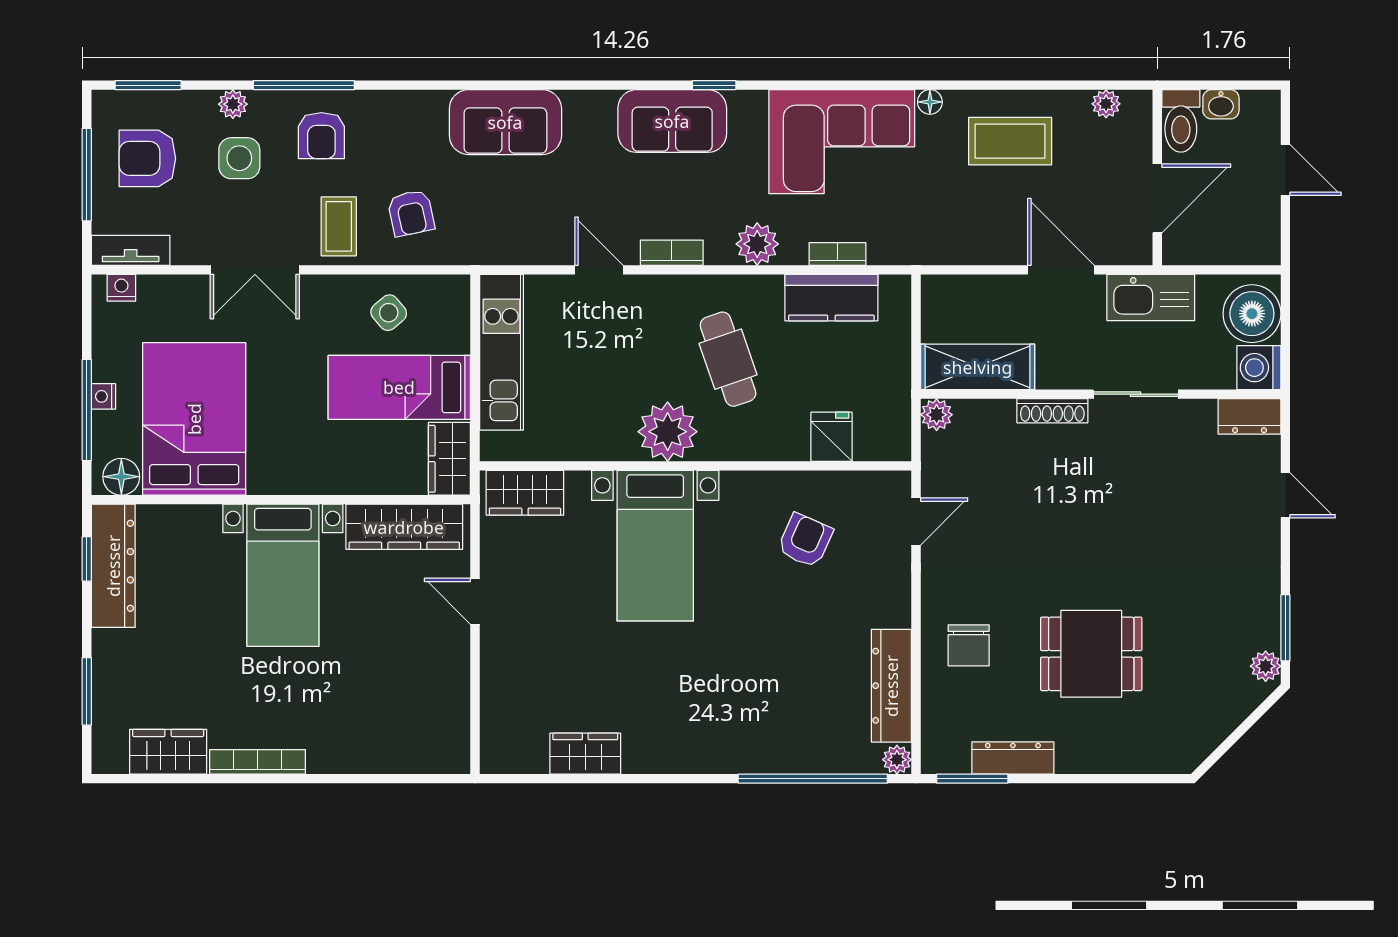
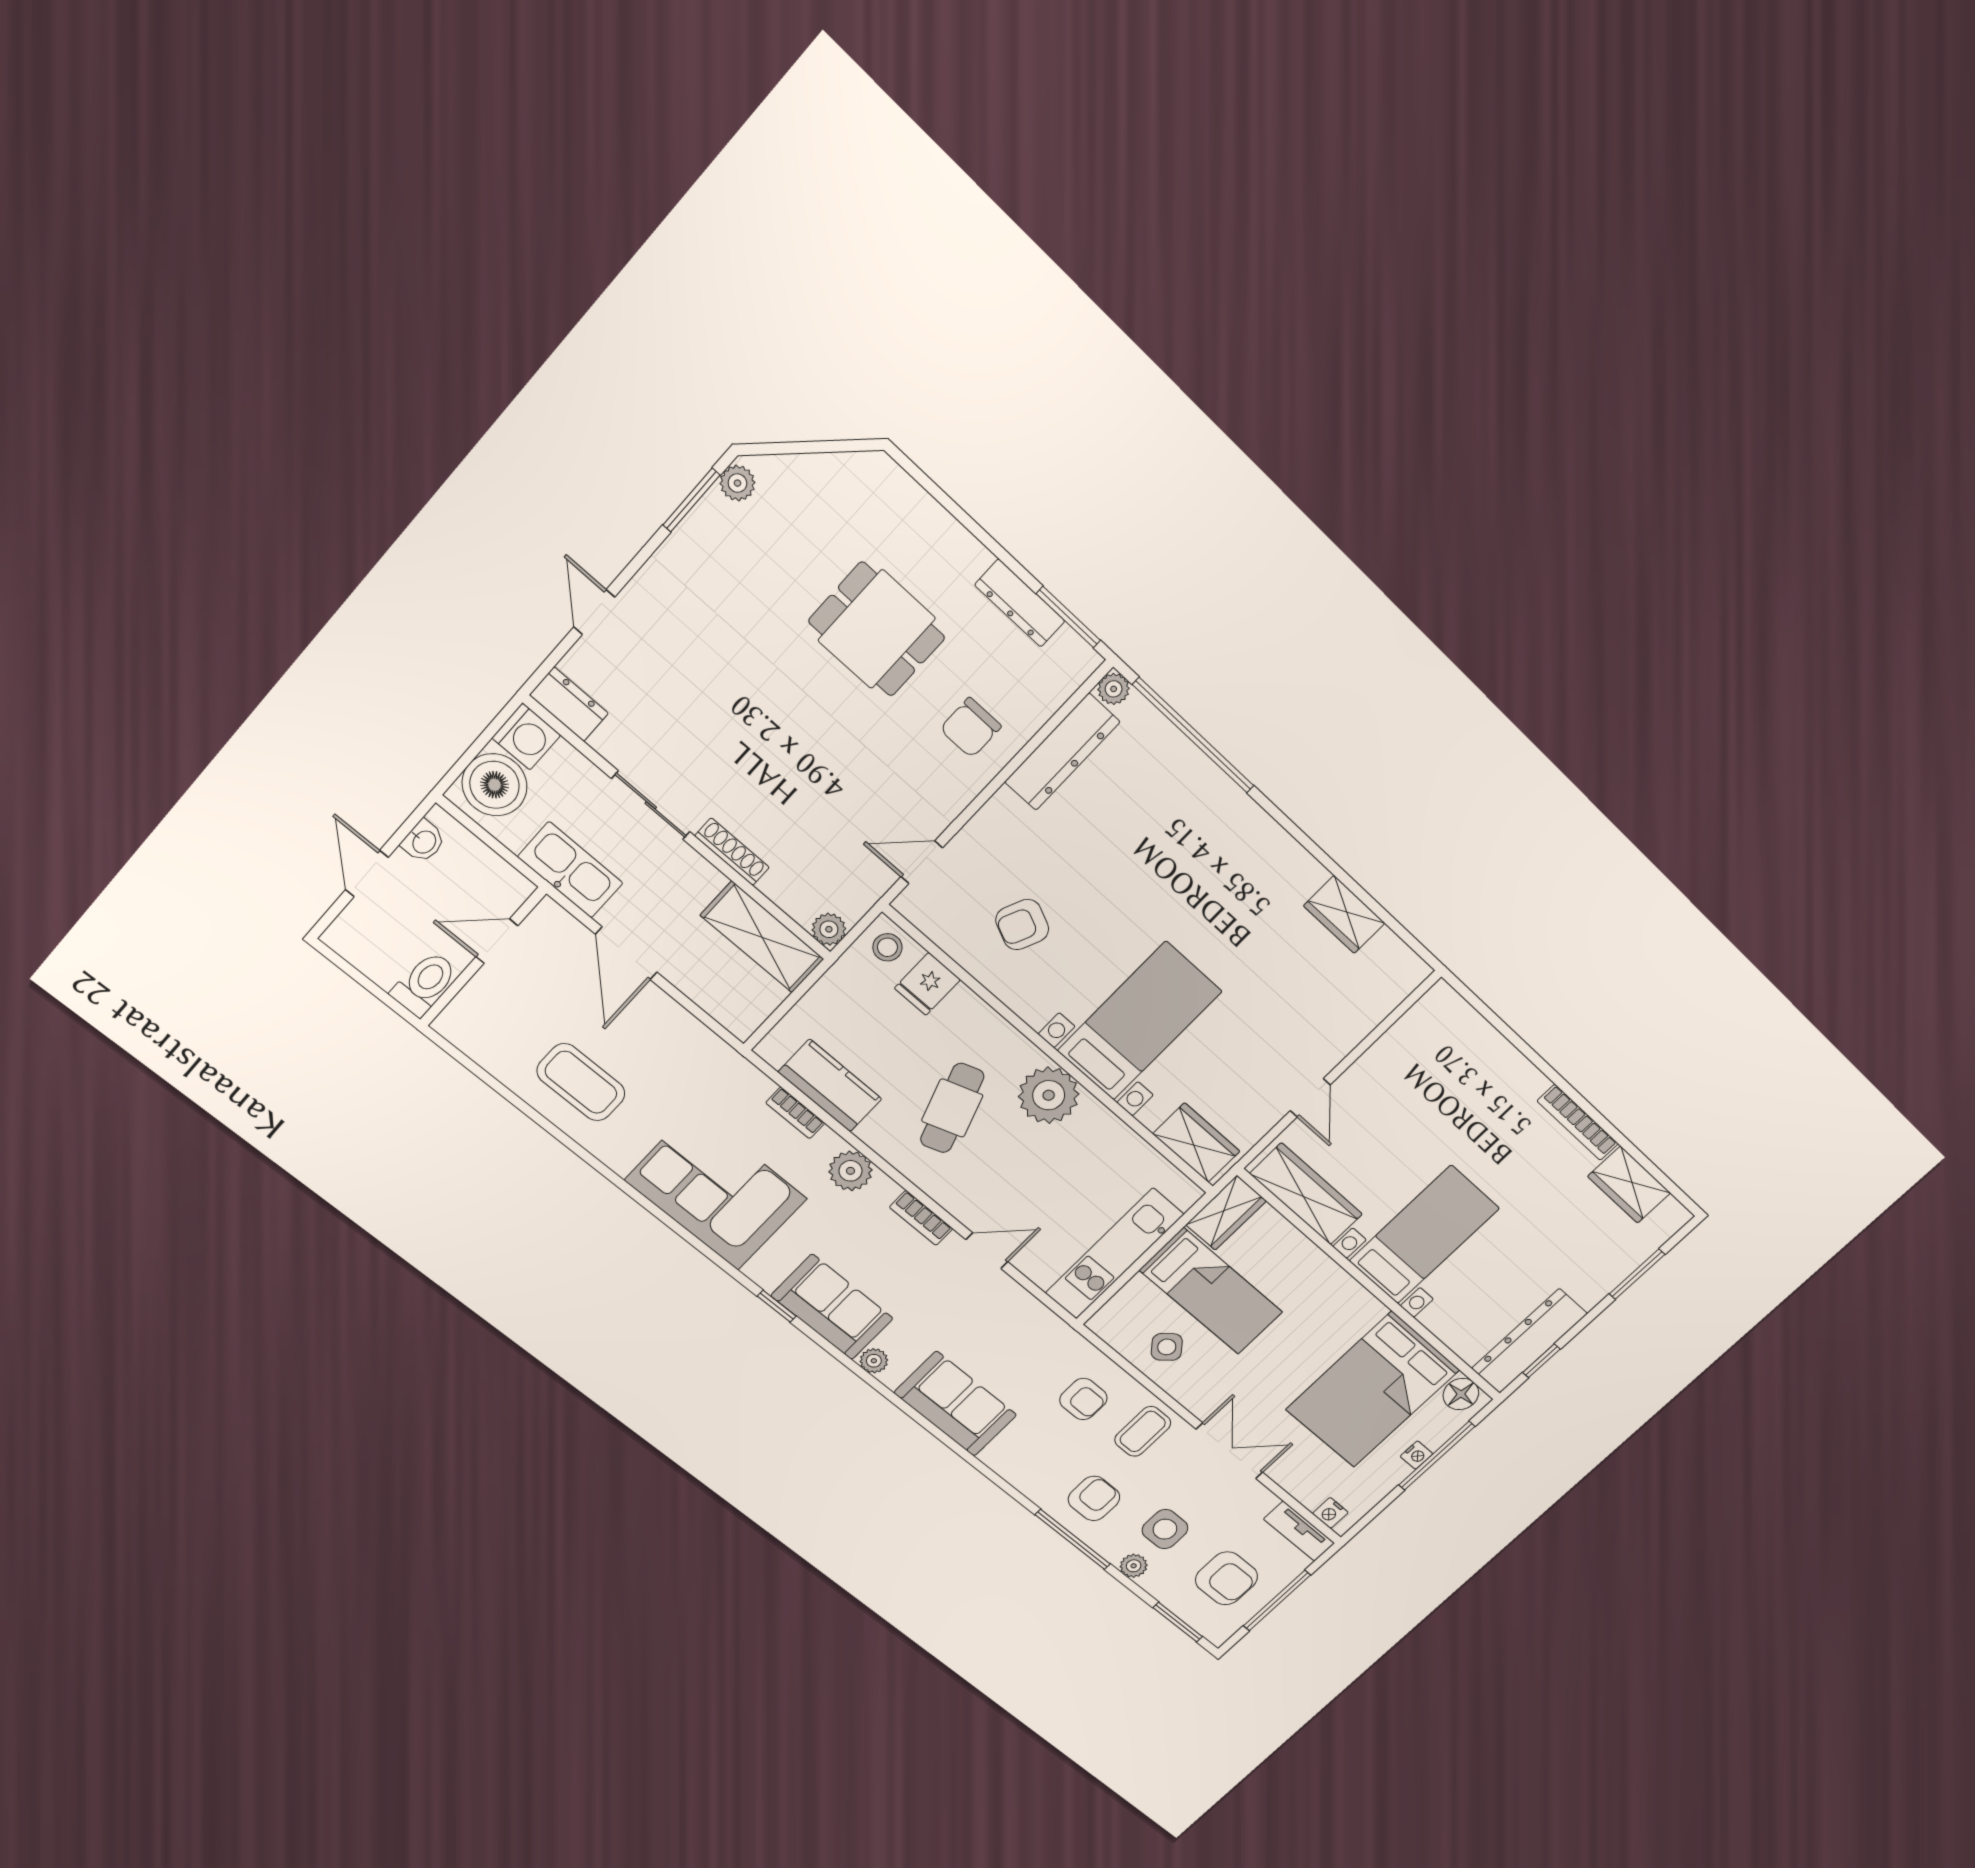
floor lamp: (930, 102) -> (620, 1162), removed
plant: (1106, 104) -> (874, 1361), moved
washbasin: (1221, 104) -> (423, 841), moved, turned 90
door: (1157, 198) -> (497, 941), width x0.73
armchair: (411, 213) -> (1083, 1399), turned 102
door: (599, 270) -> (987, 1251), swing flipped
stool: (884, 438) -> (887, 947), added
chair: (969, 645) -> (971, 728), turned 180

